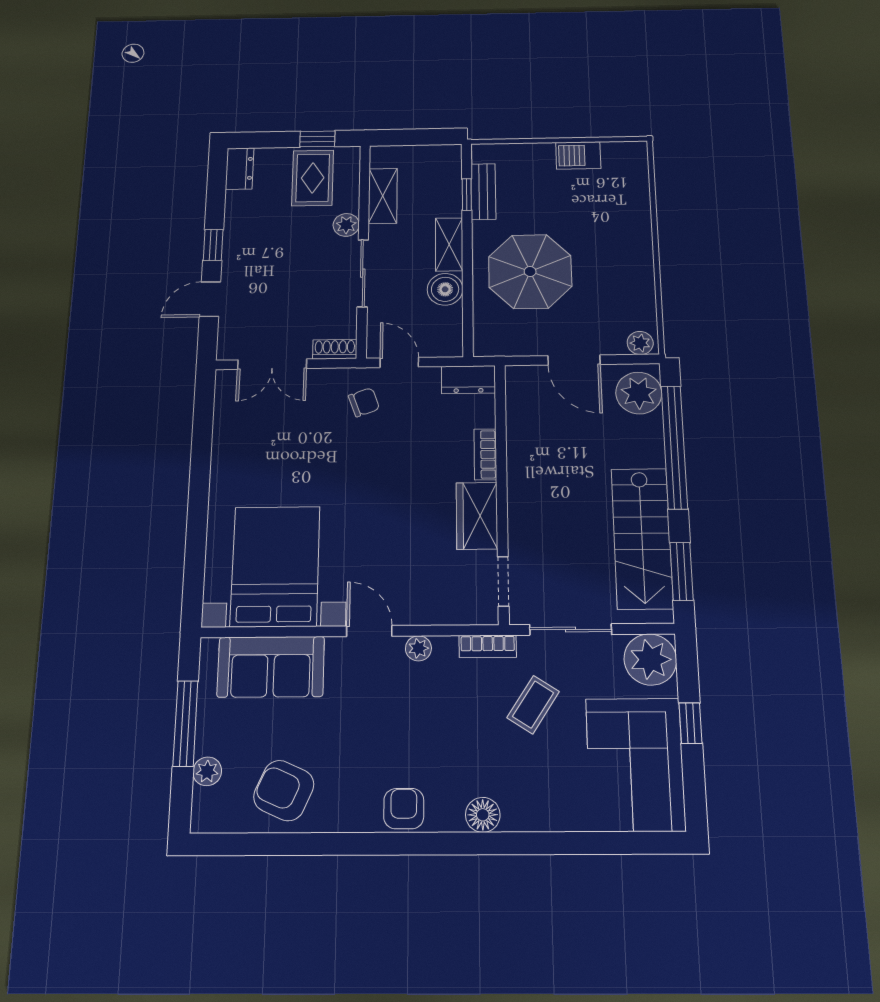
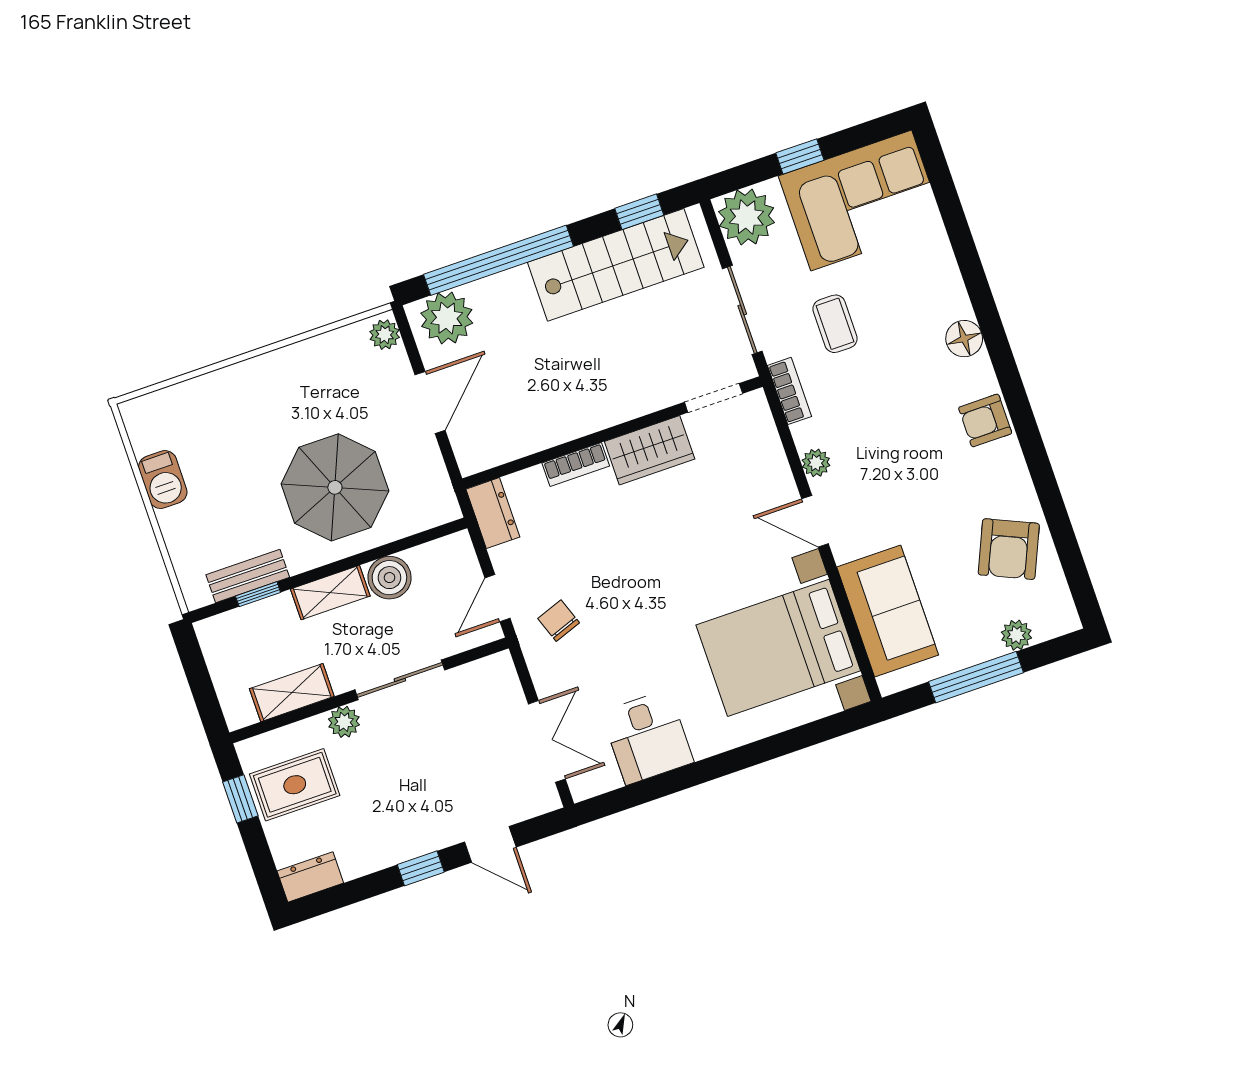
shoe rack: (335, 349) -> (505, 677), removed
desk: (245, 440) -> (647, 737), added
window: (682, 571) -> (639, 212), width x0.67
door: (369, 631) -> (815, 521), hinge flipped
coffee table: (533, 705) -> (835, 324), turned 57

